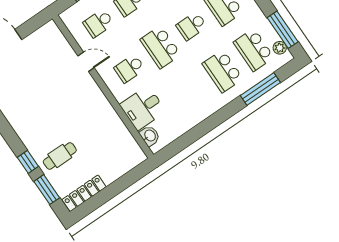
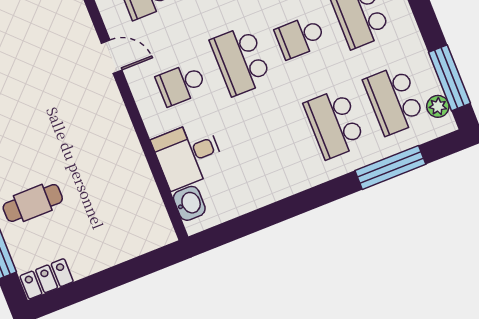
locker: (84, 193) -> (47, 279), width x0.66

